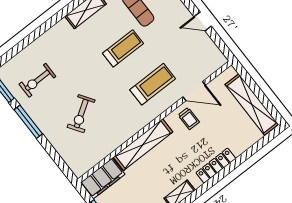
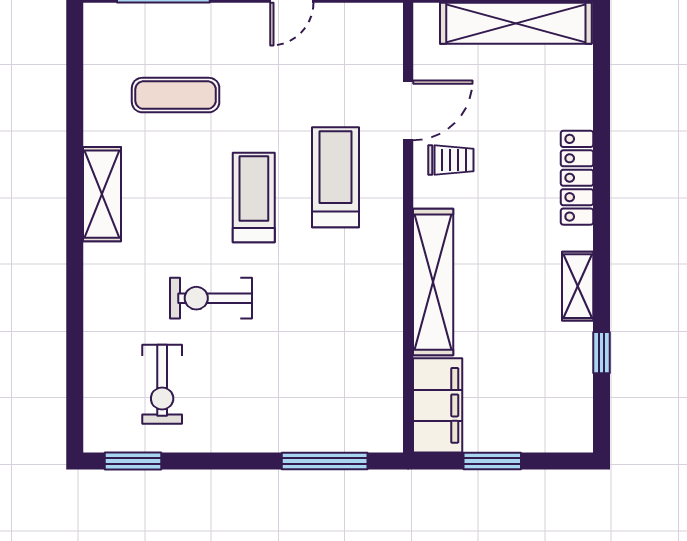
treadmill: (123, 48) -> (254, 197), moved
exercise bike: (81, 114) -> (211, 298), moved, turned 123
window: (28, 122) -> (325, 461), moved

